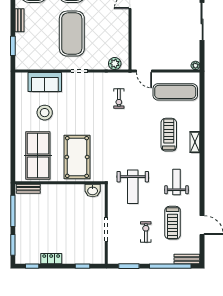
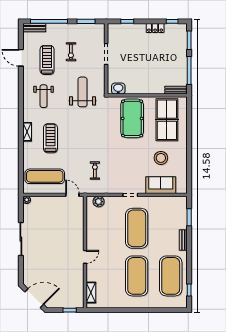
treadmill: (169, 135) -> (50, 138), turned 180

